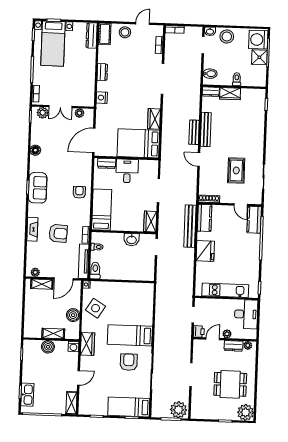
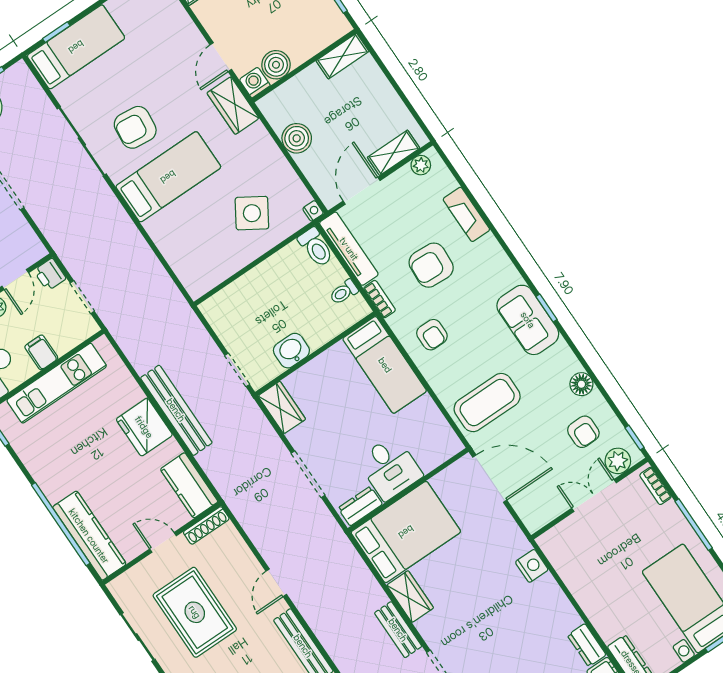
dresser: (102, 72) -> (587, 645), moved
plant: (79, 113) -> (551, 509), removed
armchair: (47, 132) -> (583, 432), added
bench: (194, 132) -> (398, 630), moved
door: (94, 140) -> (490, 479), hinge flipped
door: (199, 160) -> (276, 583), swing flipped
dresser: (107, 163) -> (360, 506), moved
coffee table: (74, 169) -> (487, 403), added
rug: (236, 170) -> (195, 612), width x1.36, depth x1.43
armchair: (79, 192) -> (432, 335), moved
door: (241, 205) -> (163, 542), moved
kitchen counter: (254, 220) -> (89, 536), width x1.50
bench: (190, 226) -> (176, 410), moved
fireplace: (32, 229) -> (466, 214), moved
filing cabinet: (223, 305) -> (41, 352), added
side table: (96, 308) -> (252, 213), moved
shelving: (53, 333) -> (342, 56), moved
boiler: (48, 347) -> (276, 65), moved
armchair: (129, 362) -> (135, 127), turned 96
door: (79, 378) -> (221, 57), moved

